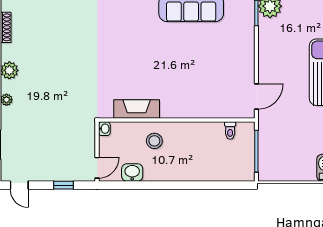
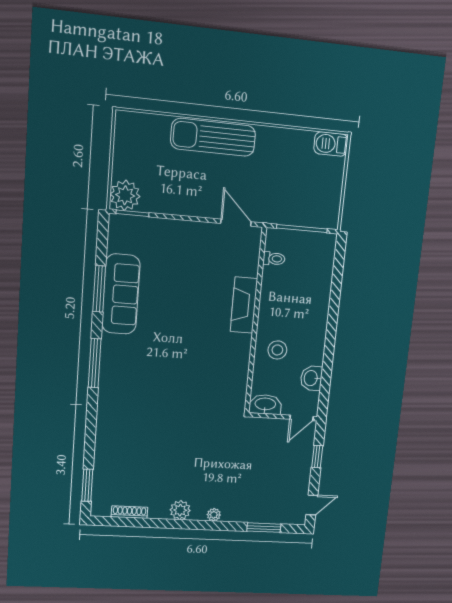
fireplace: (137, 109) -> (244, 305), moved
washbasin: (104, 129) -> (265, 404), width x1.91, depth x1.45
door: (97, 168) -> (302, 418), swing flipped

